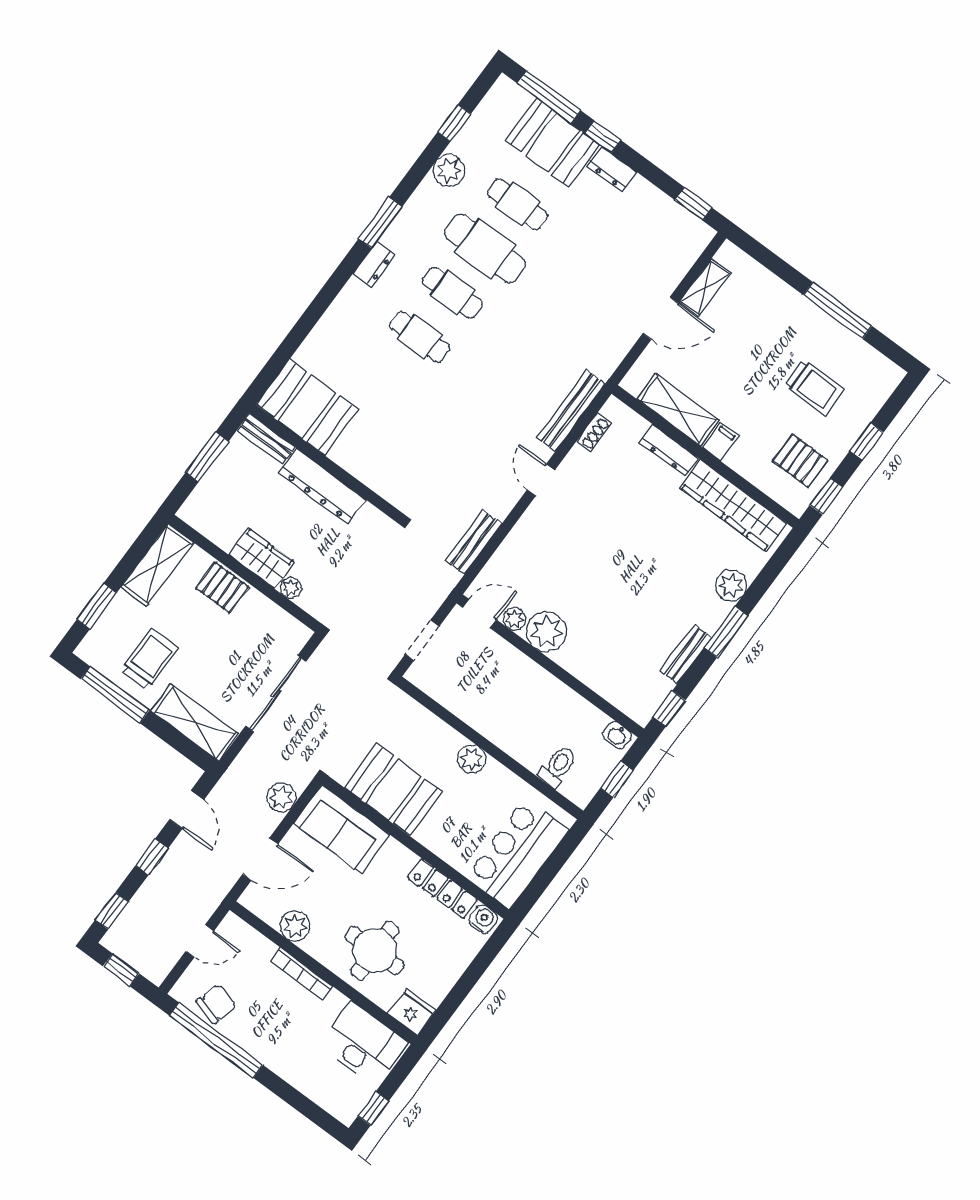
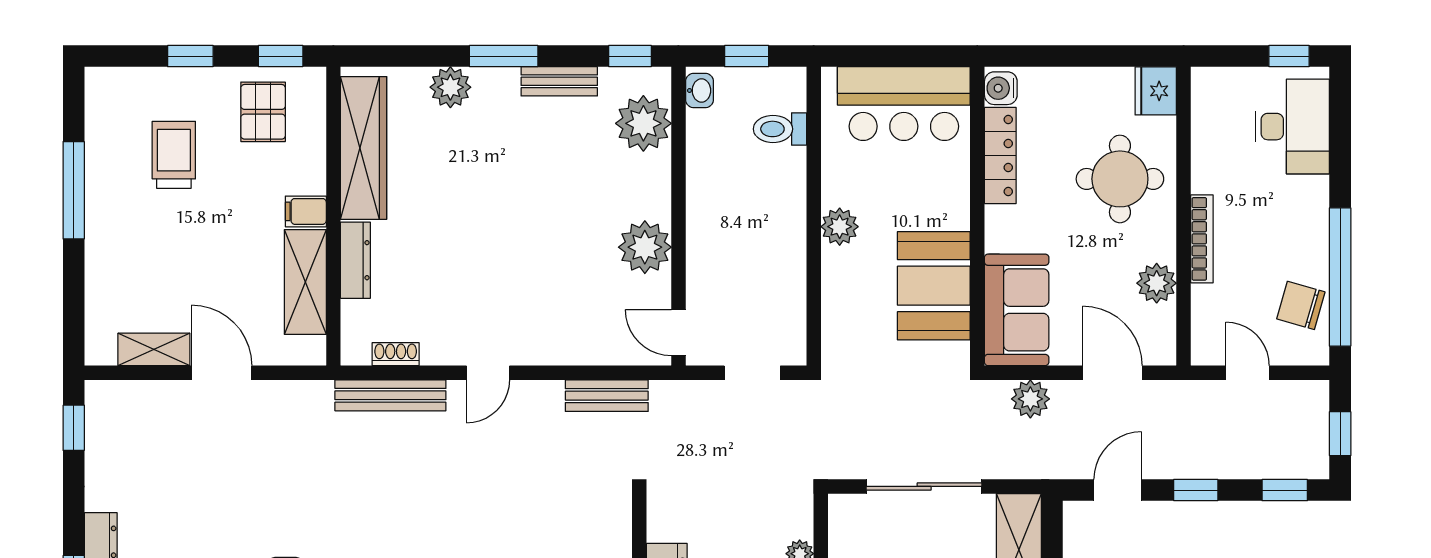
plant: (515, 619) -> (643, 123), moved, width x1.88, depth x1.88
desk: (363, 1044) -> (1292, 127), moved, turned 180

